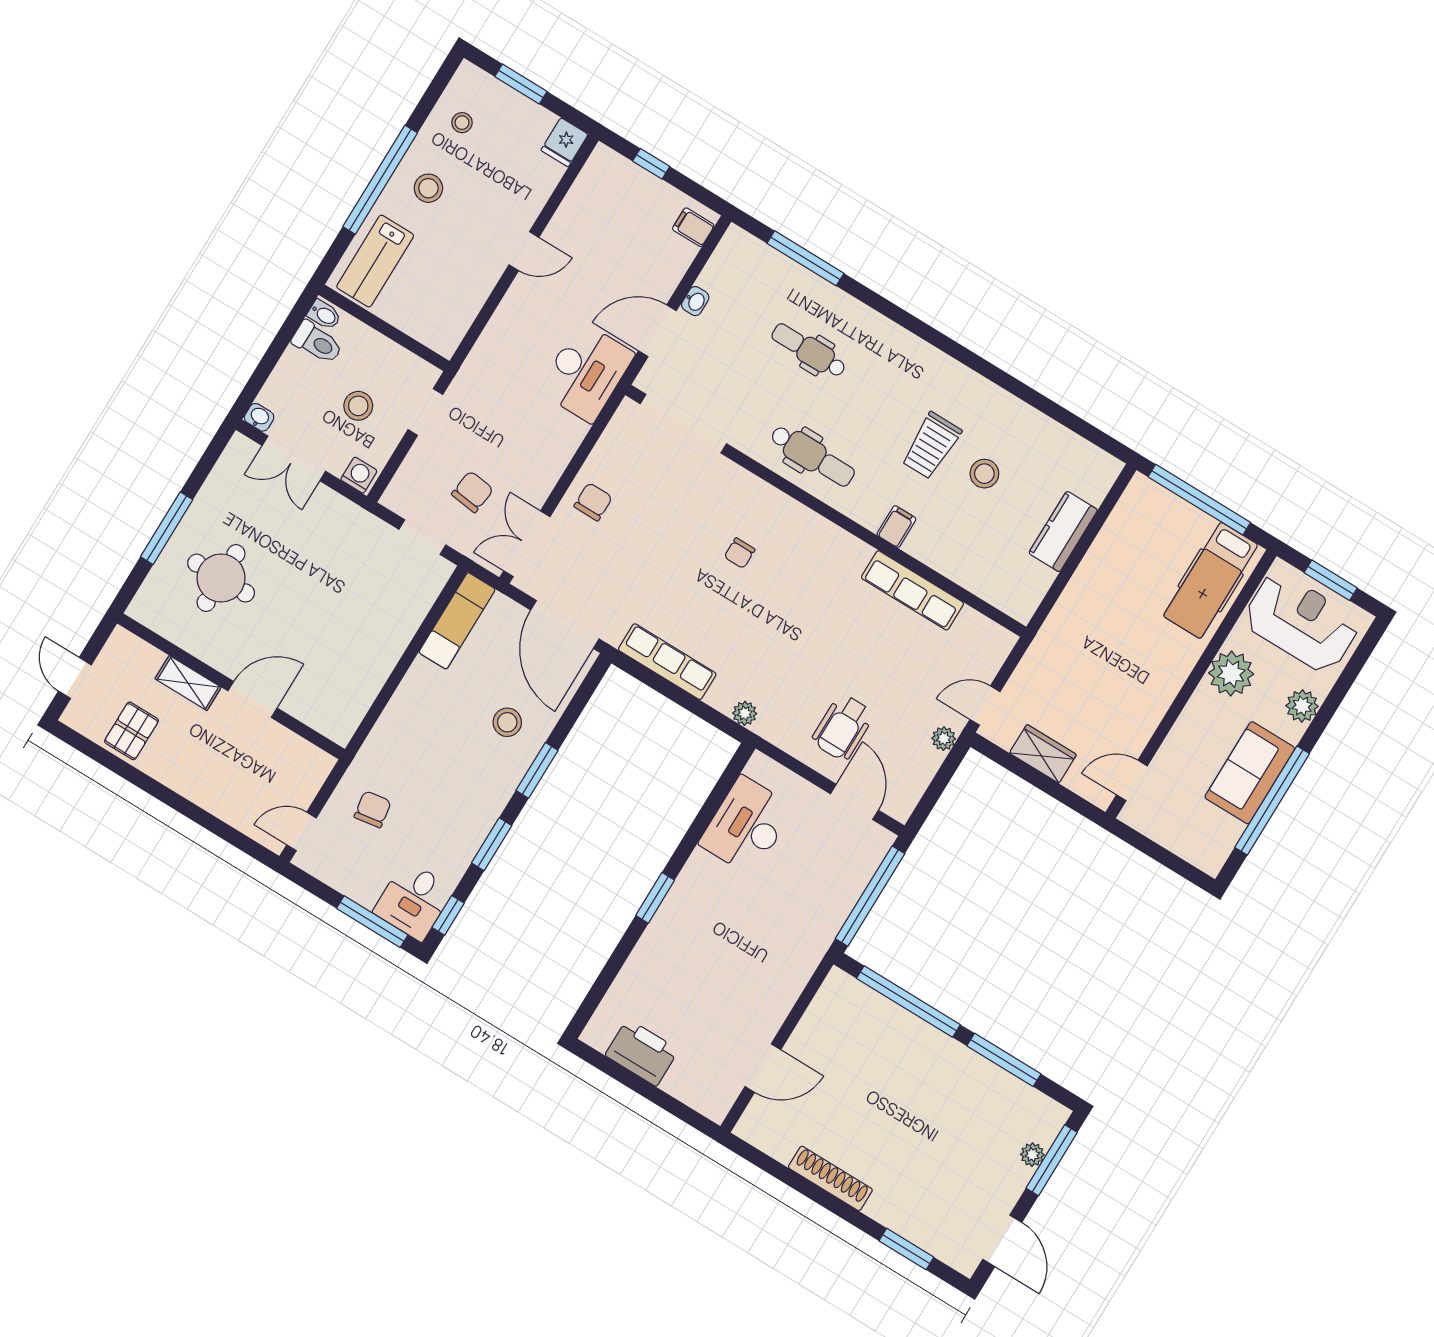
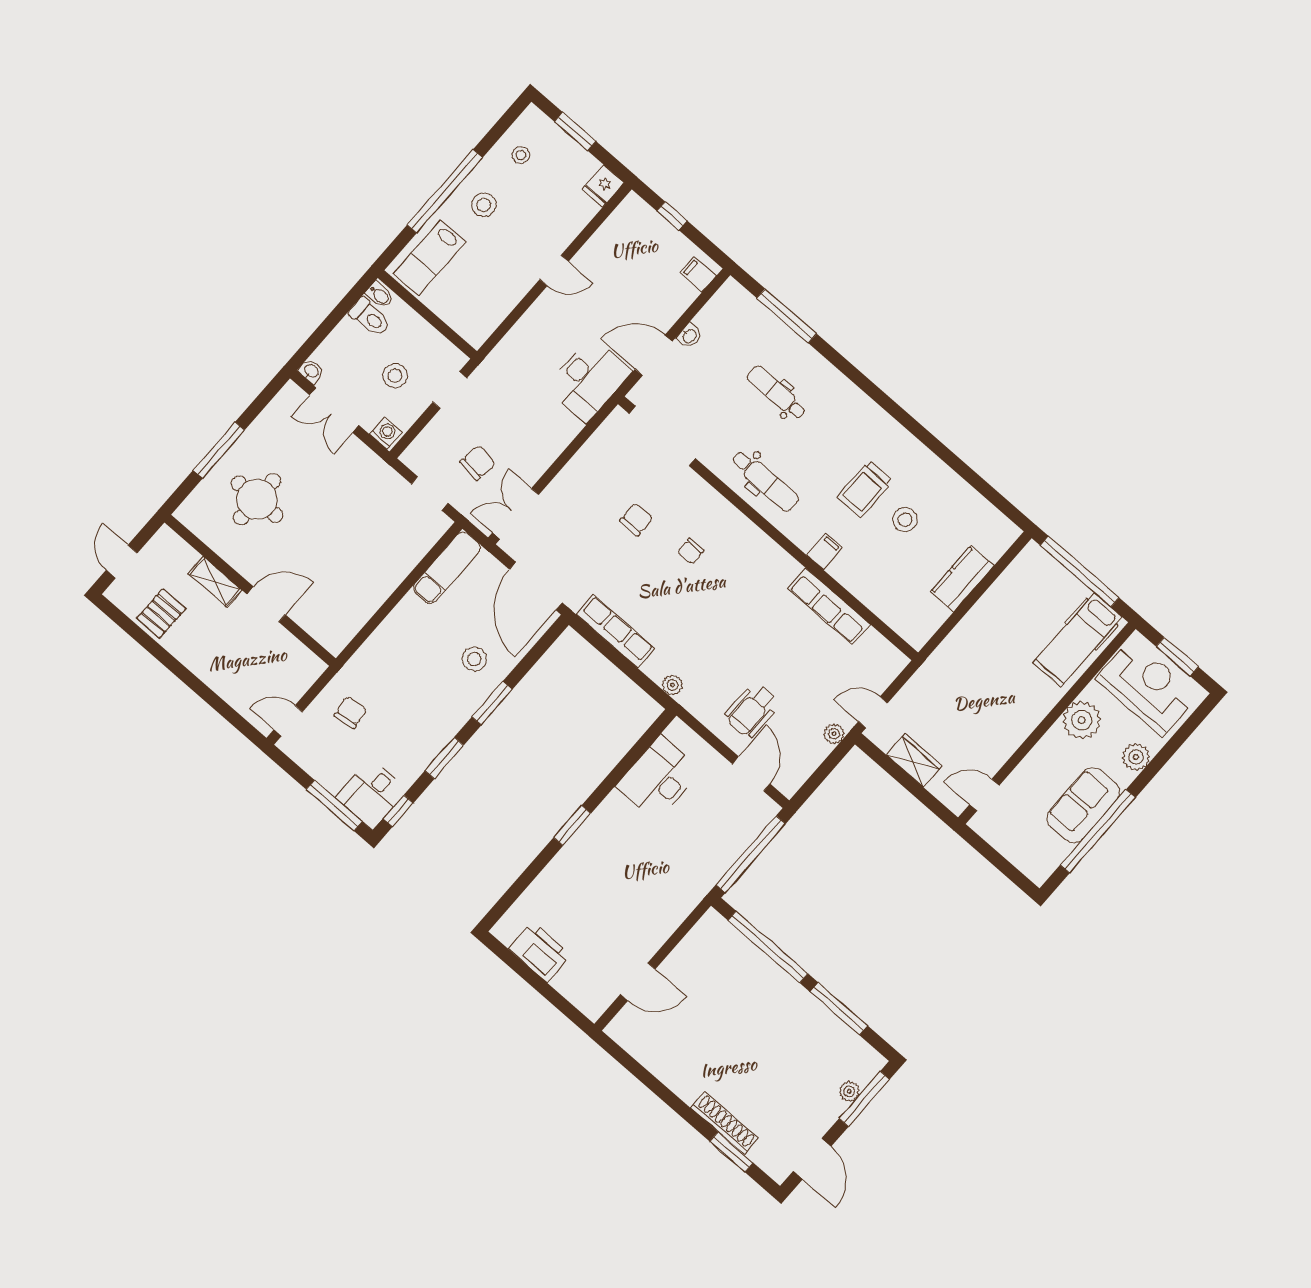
chair: (593, 502) -> (636, 519), moved
shoe rack: (830, 1178) -> (724, 1123), moved

